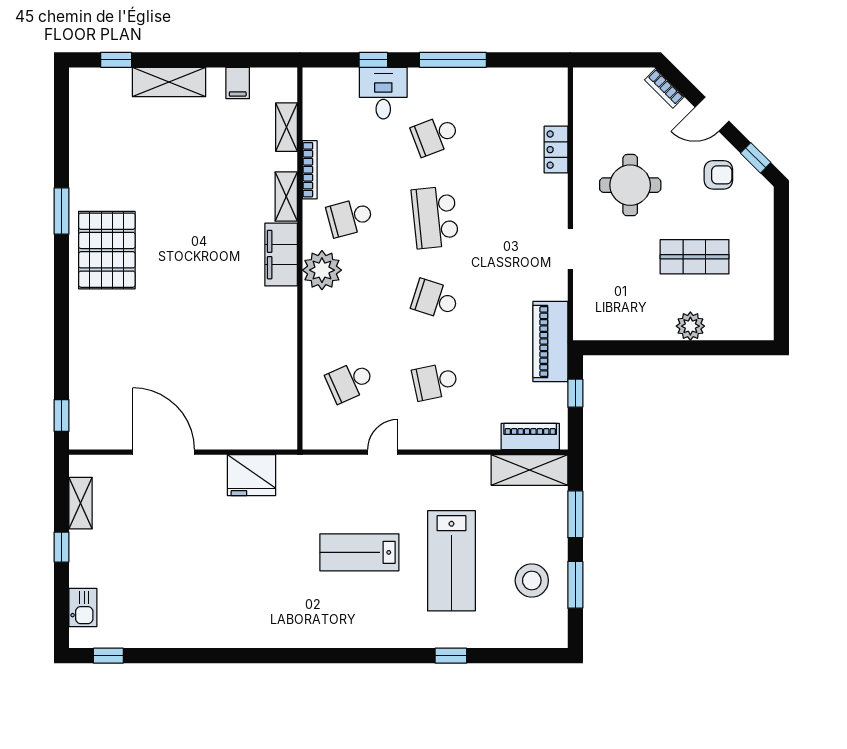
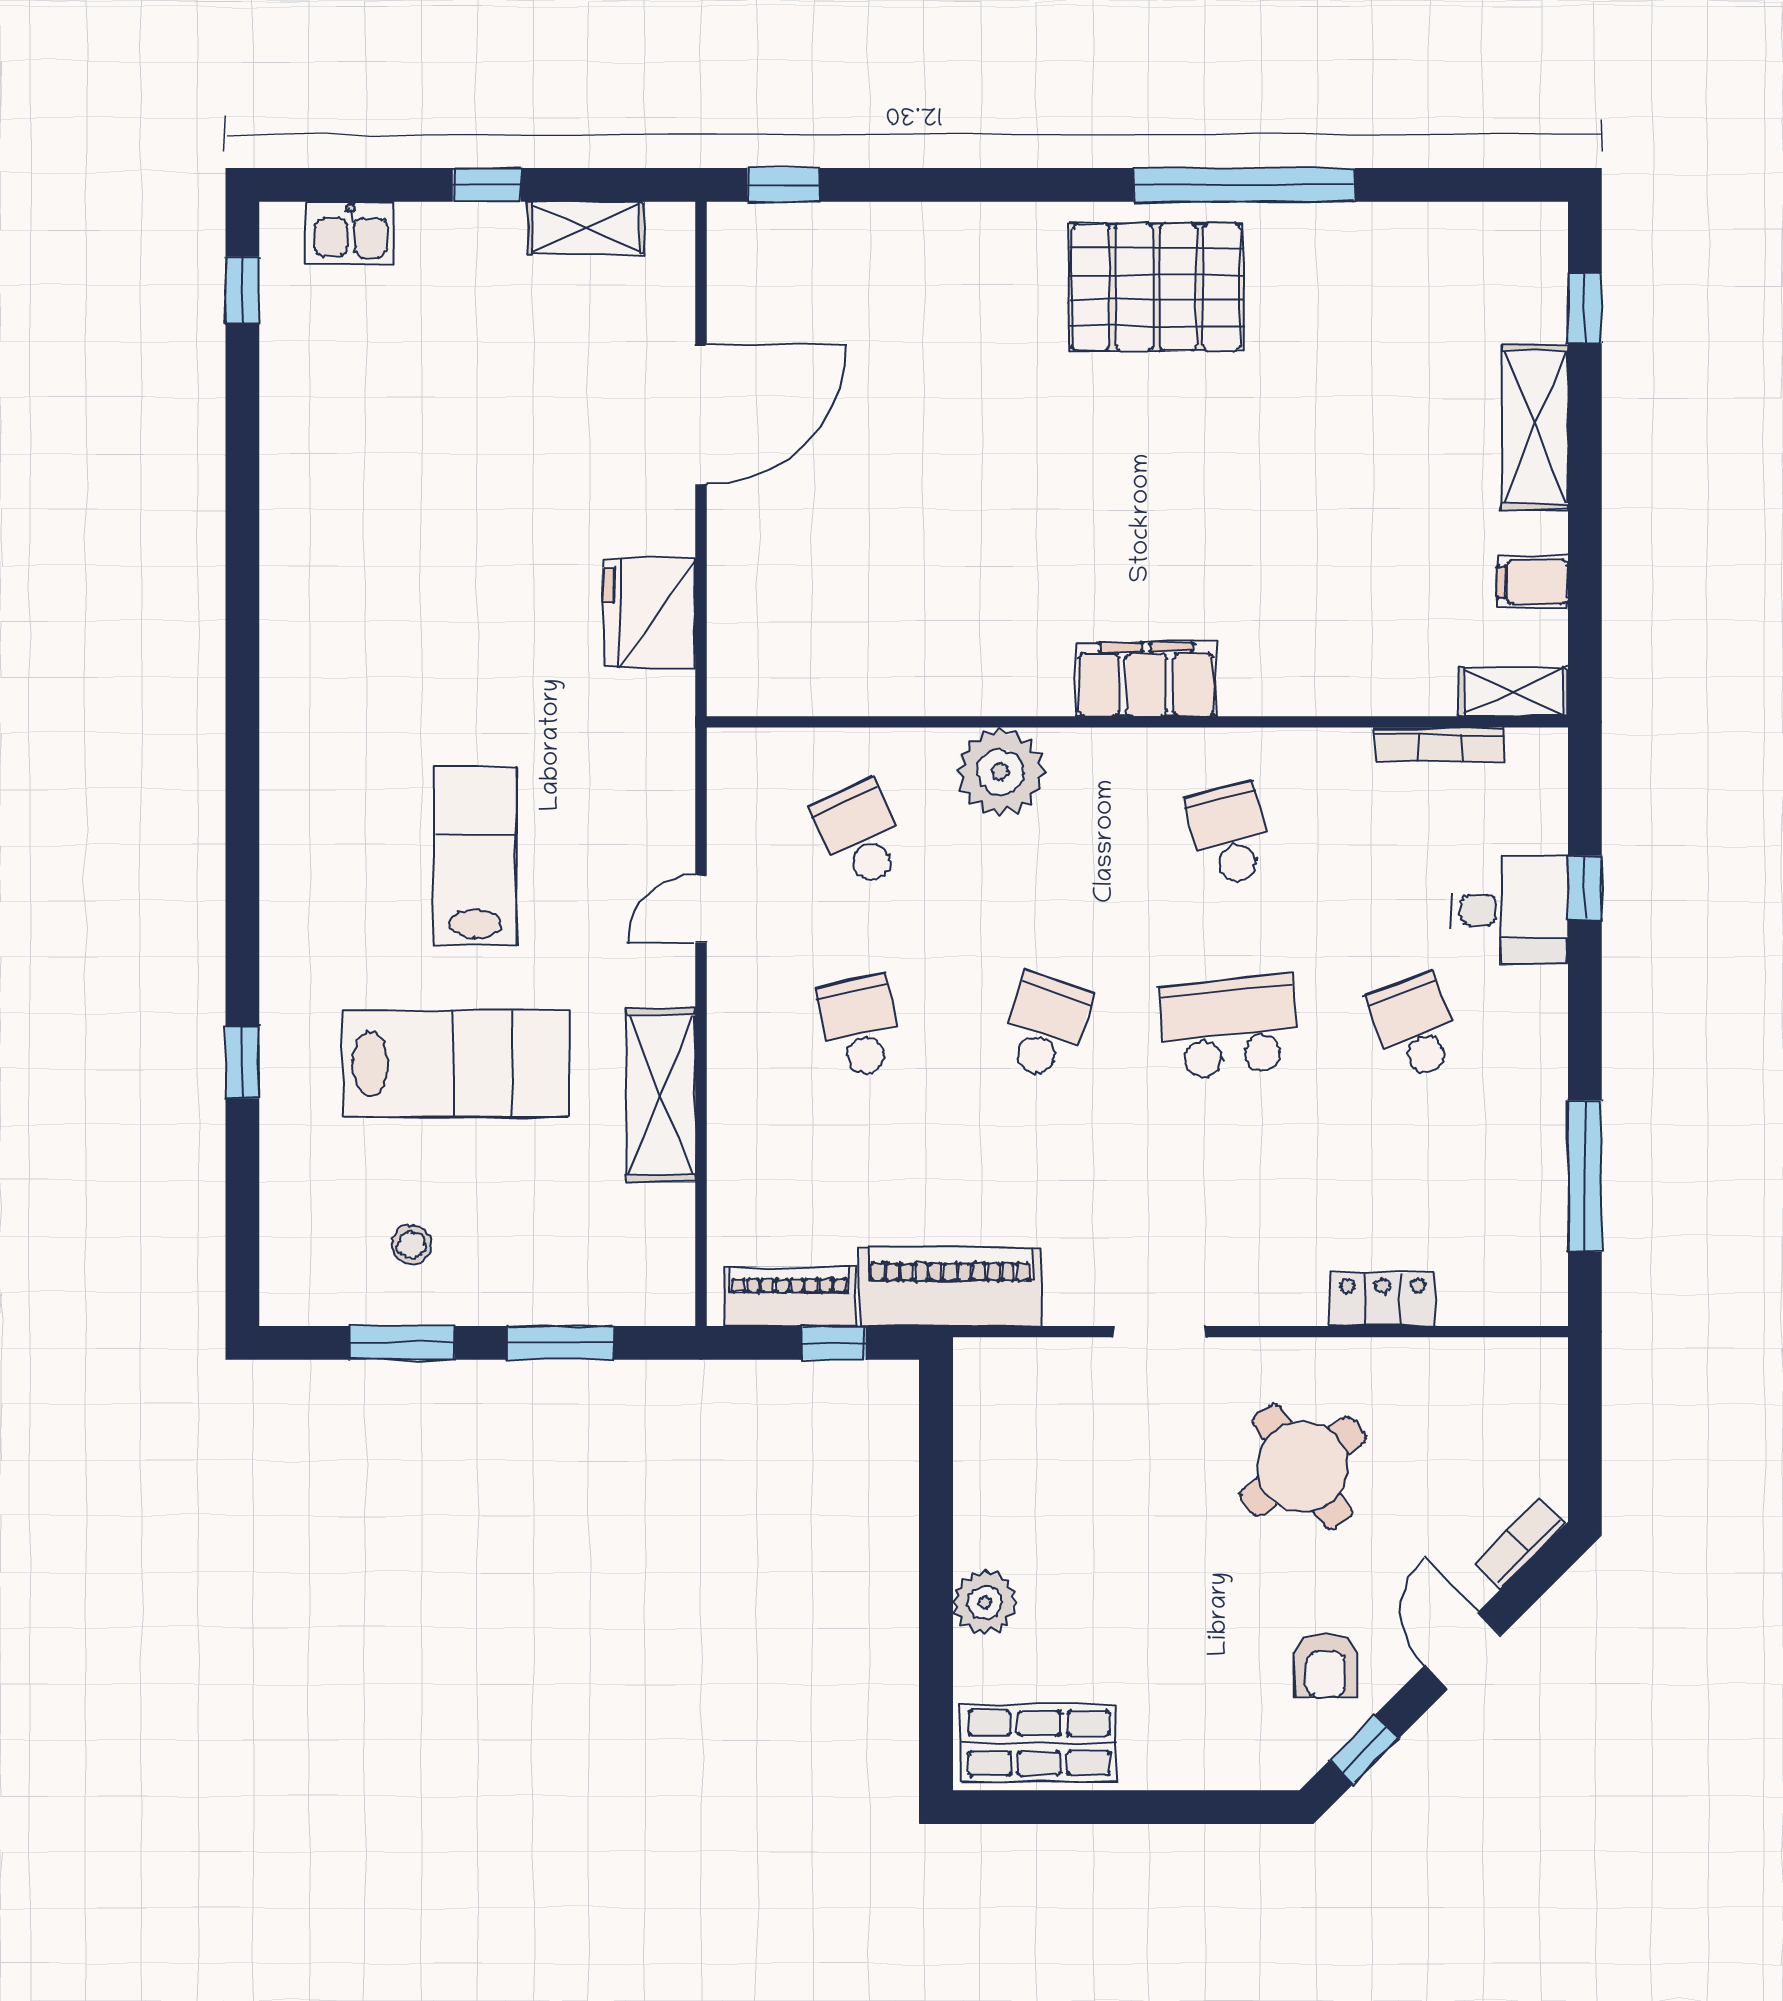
window: (453, 60) -> (1585, 1176), moved
shelving: (286, 127) -> (1514, 692), moved
bookcase: (310, 170) -> (1439, 744), moved
round table: (630, 185) -> (1303, 1466), turned -35
shelving: (286, 196) -> (1277, 691), removed
window: (62, 211) -> (1244, 185), width x2.11
shop shelf: (695, 257) -> (1039, 1743), moved, turned 90
plant: (322, 270) -> (1001, 772), moved
piano: (530, 437) -> (789, 1297), moved, turned -90
door: (383, 452) -> (701, 909), swing flipped
shelving: (529, 470) -> (661, 1095), moved
lab bench: (451, 561) -> (456, 1064), turned 180
stool: (532, 580) -> (412, 1245), width x0.53, depth x0.53

